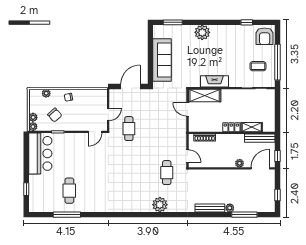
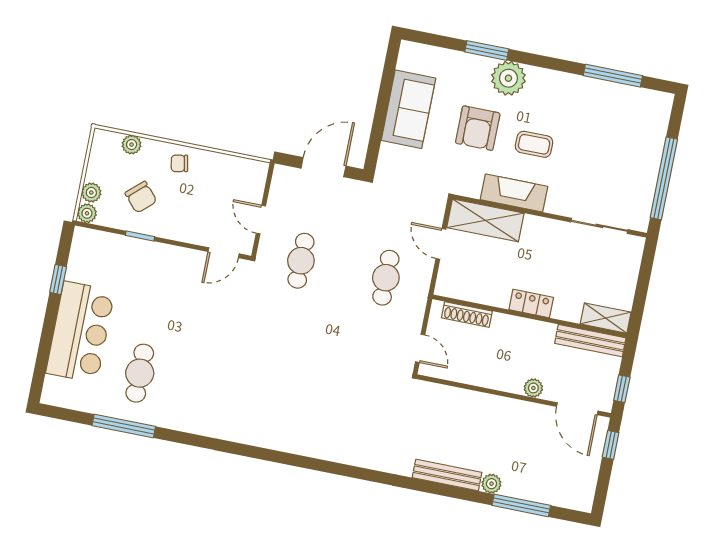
window: (173, 22) -> (487, 50), moved
window: (247, 22) -> (613, 76), width x2.17
armchair: (265, 36) -> (478, 128), moved
sofa: (162, 60) -> (408, 109), width x0.73
coffee table: (258, 66) -> (534, 144), moved
door: (108, 114) -> (261, 220), swing flipped
shelving: (252, 127) -> (606, 318), moved
bar counter: (40, 153) -> (80, 332), moved
door: (260, 168) -> (577, 409), swing flipped
cafe table: (167, 173) -> (386, 278), moved
window: (26, 189) -> (58, 279), moved
window: (278, 195) -> (611, 445), moved
plant: (160, 205) -> (336, 445), removed

